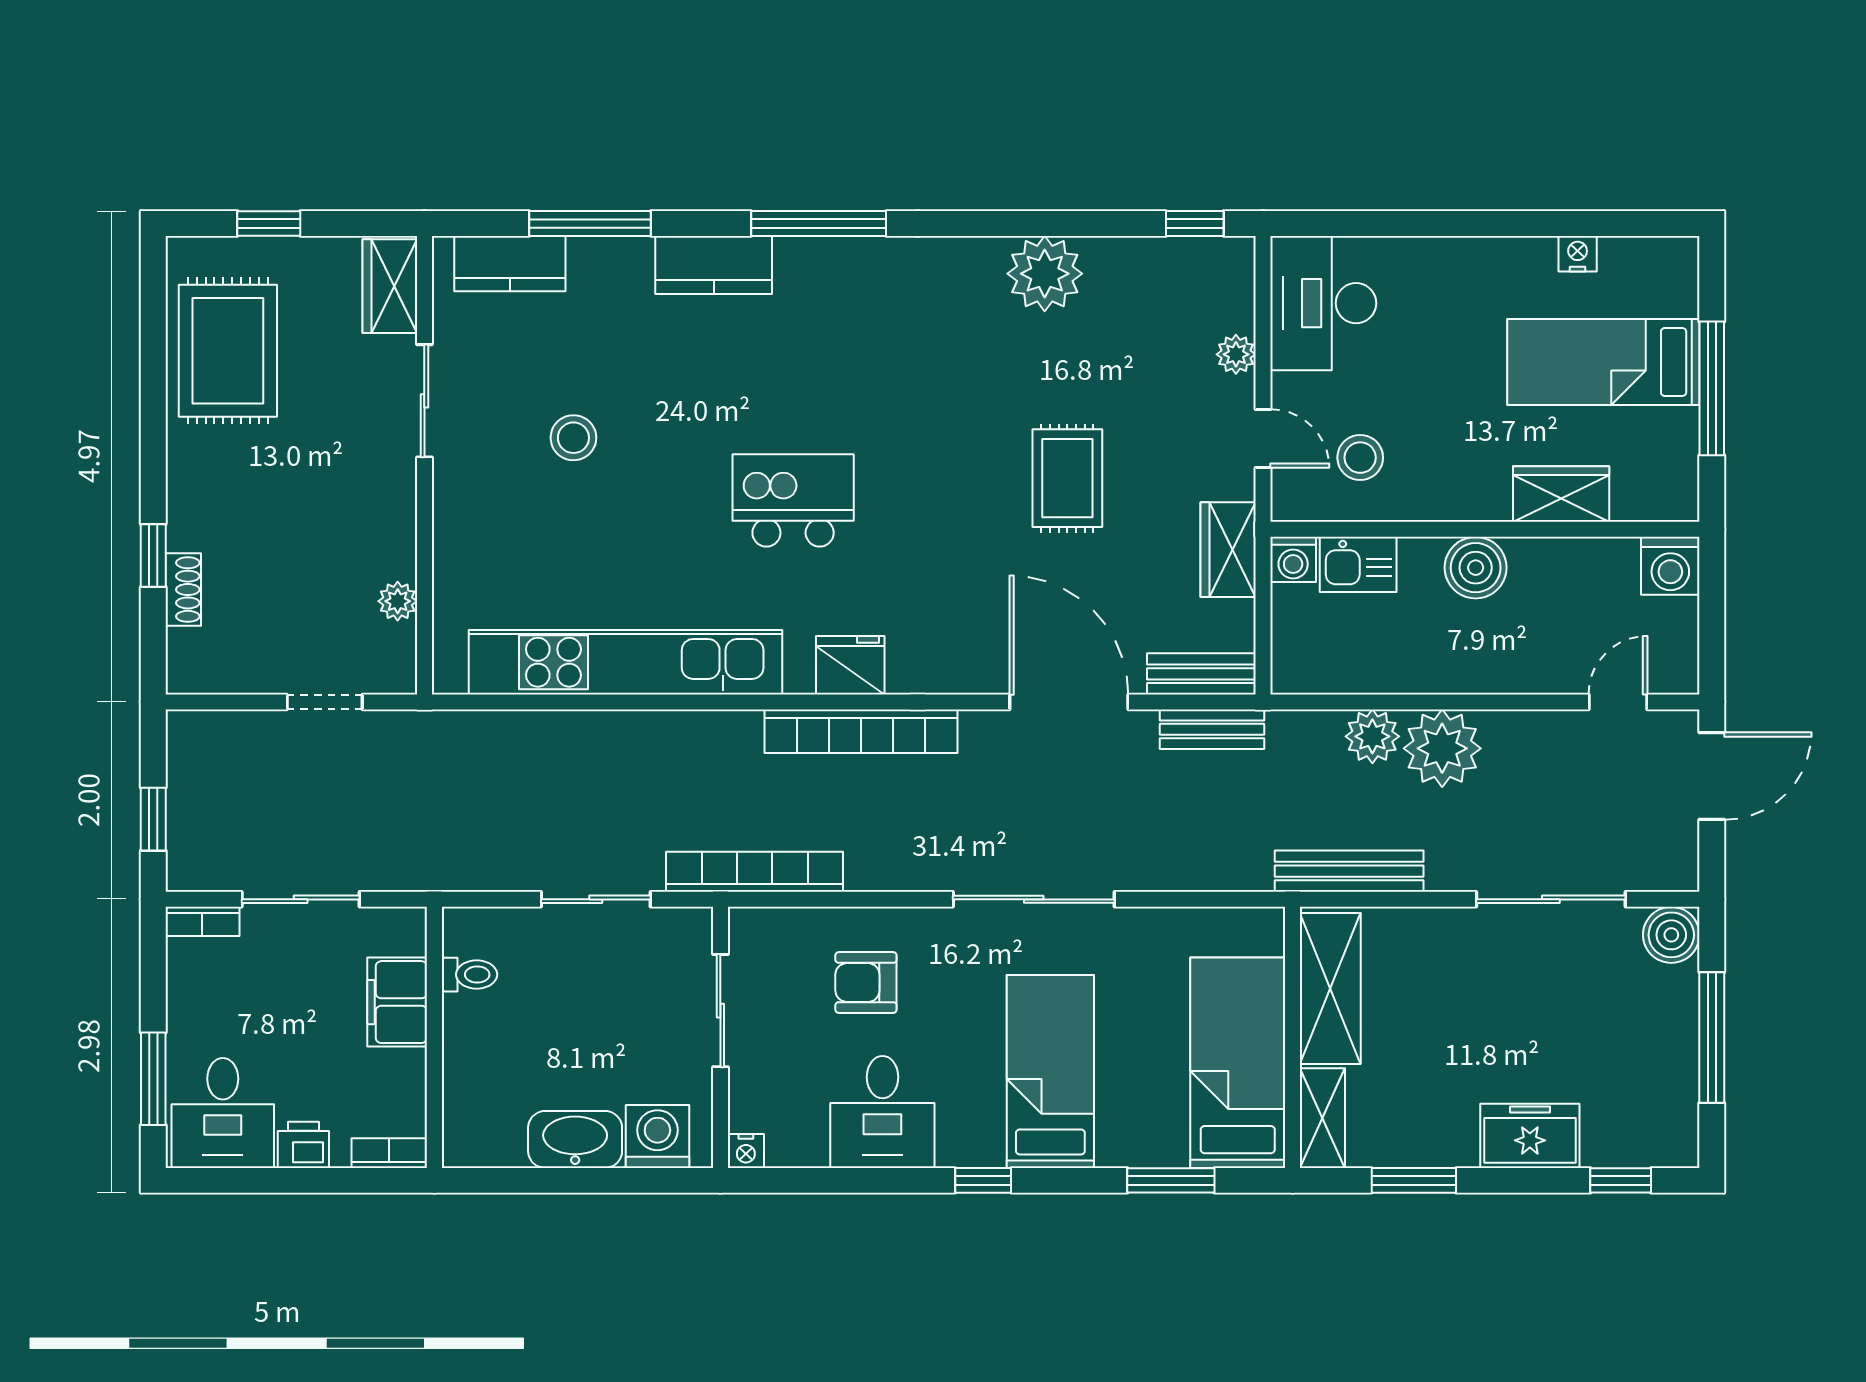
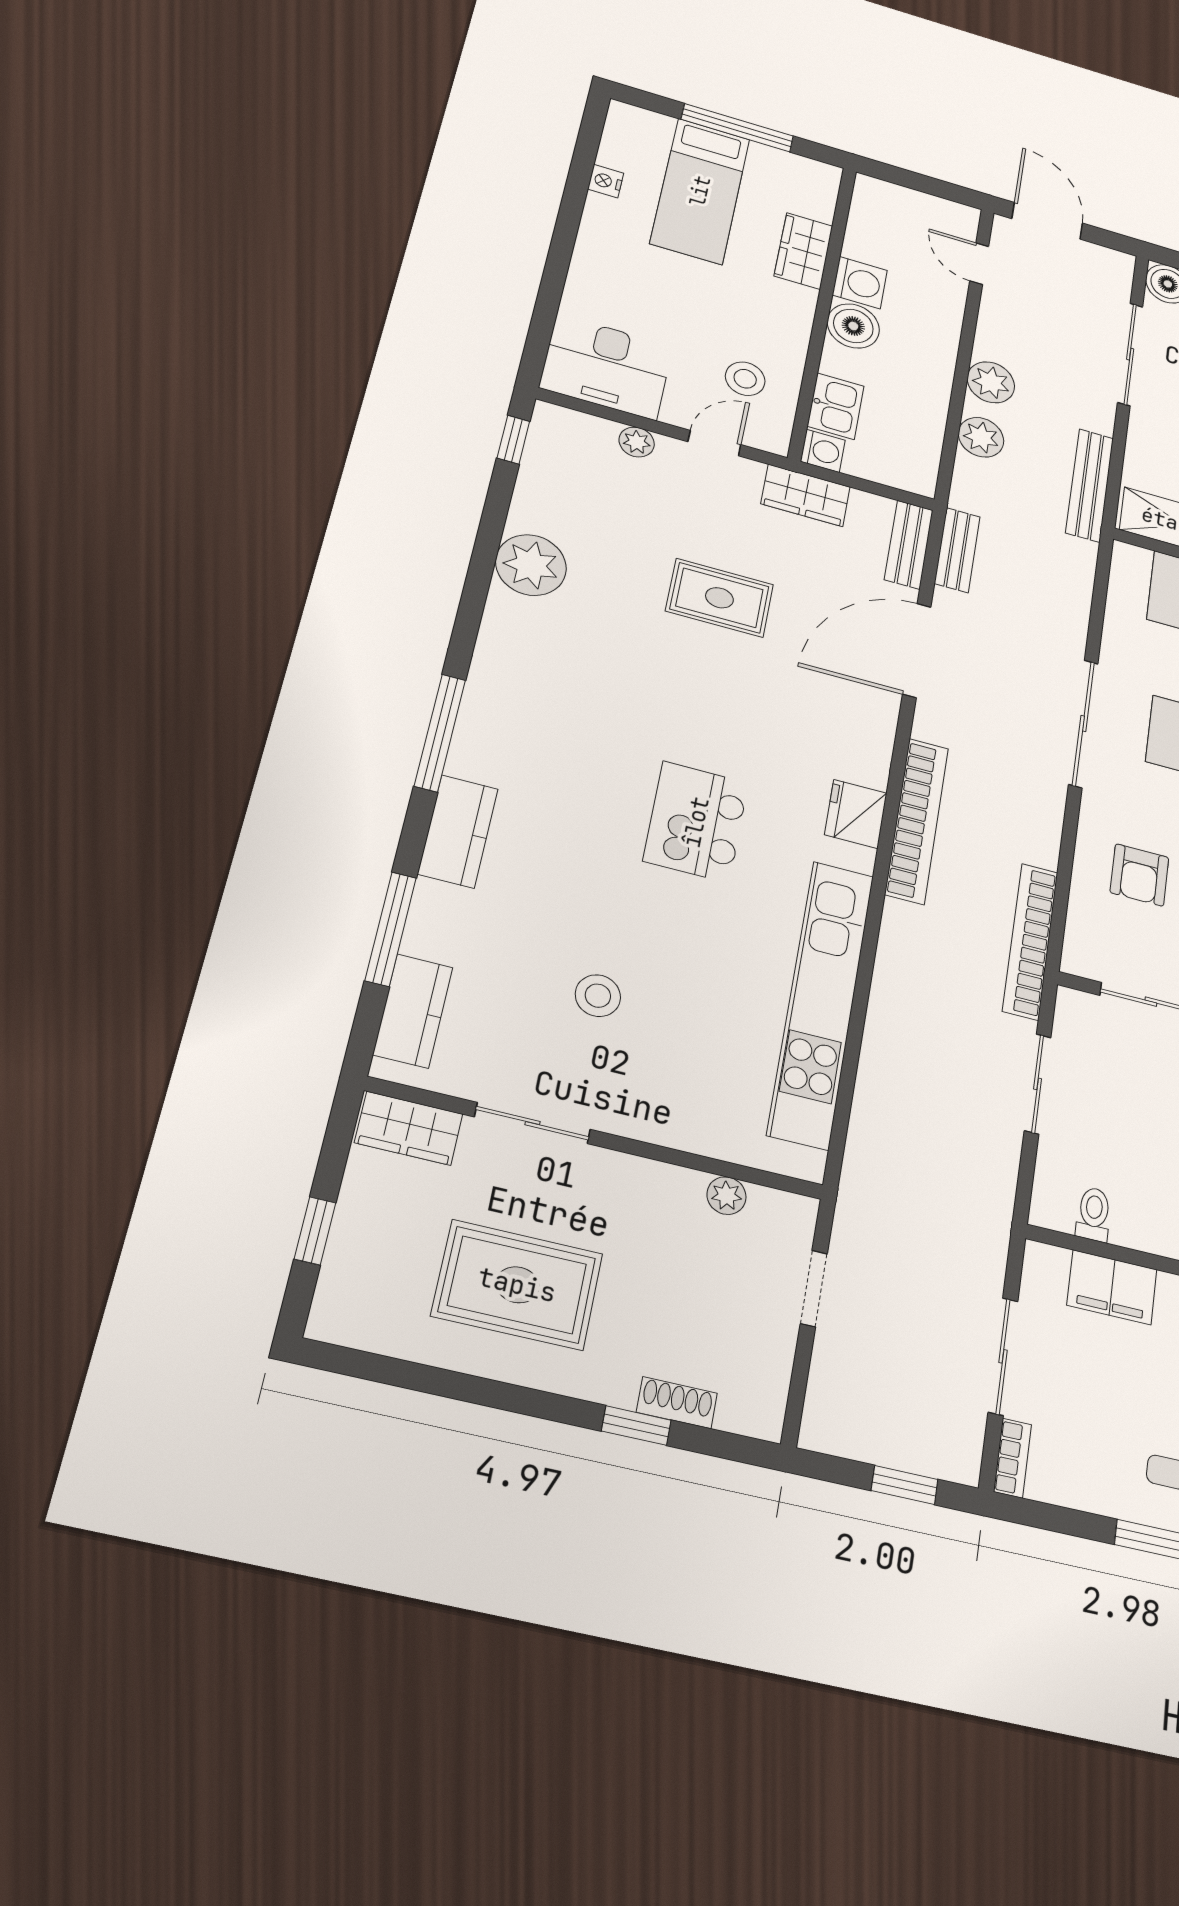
rug: (228, 351) -> (517, 1285), moved
washing machine: (1670, 566) -> (860, 283), moved
plant: (1442, 748) -> (991, 382), width x0.73, depth x0.73

